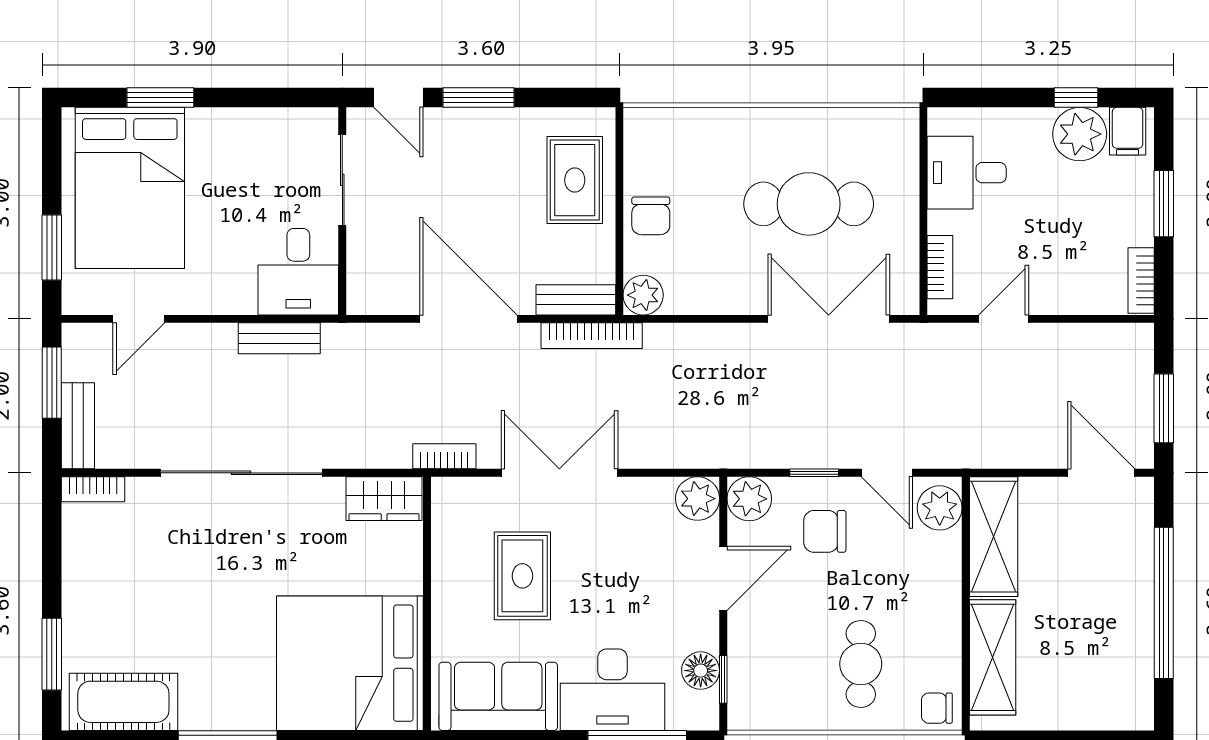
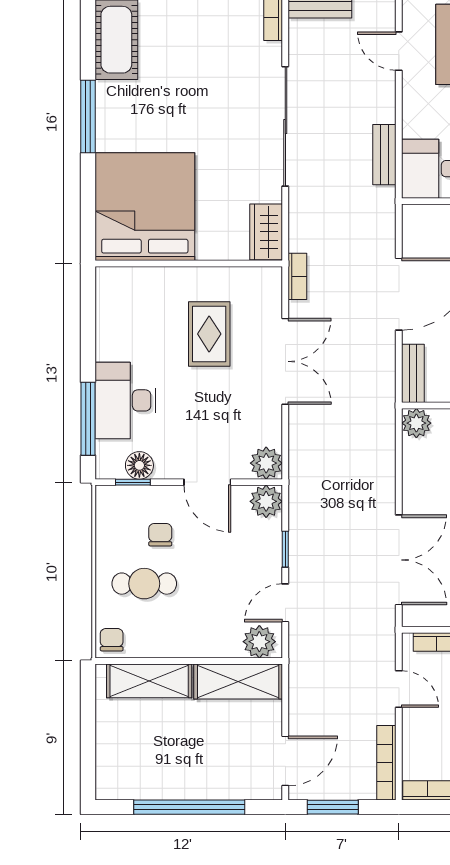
bookcase: (592, 336) -> (386, 763), moved
chair: (825, 531) -> (160, 535), moved, width x0.73, depth x0.73
rug: (522, 576) -> (209, 334), turned 90
sofa: (498, 696) -> (120, 316), removed

